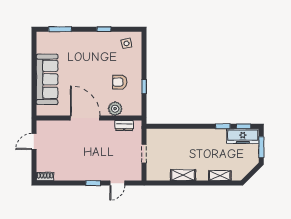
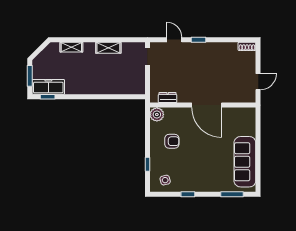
sofa: (47, 79) -> (245, 162), moved
window: (144, 87) -> (147, 164), moved
plant: (115, 109) -> (157, 114), moved
window: (223, 126) -> (68, 97), removed
doorway: (144, 154) -> (147, 57), moved
door: (117, 183) -> (174, 40), hinge flipped

